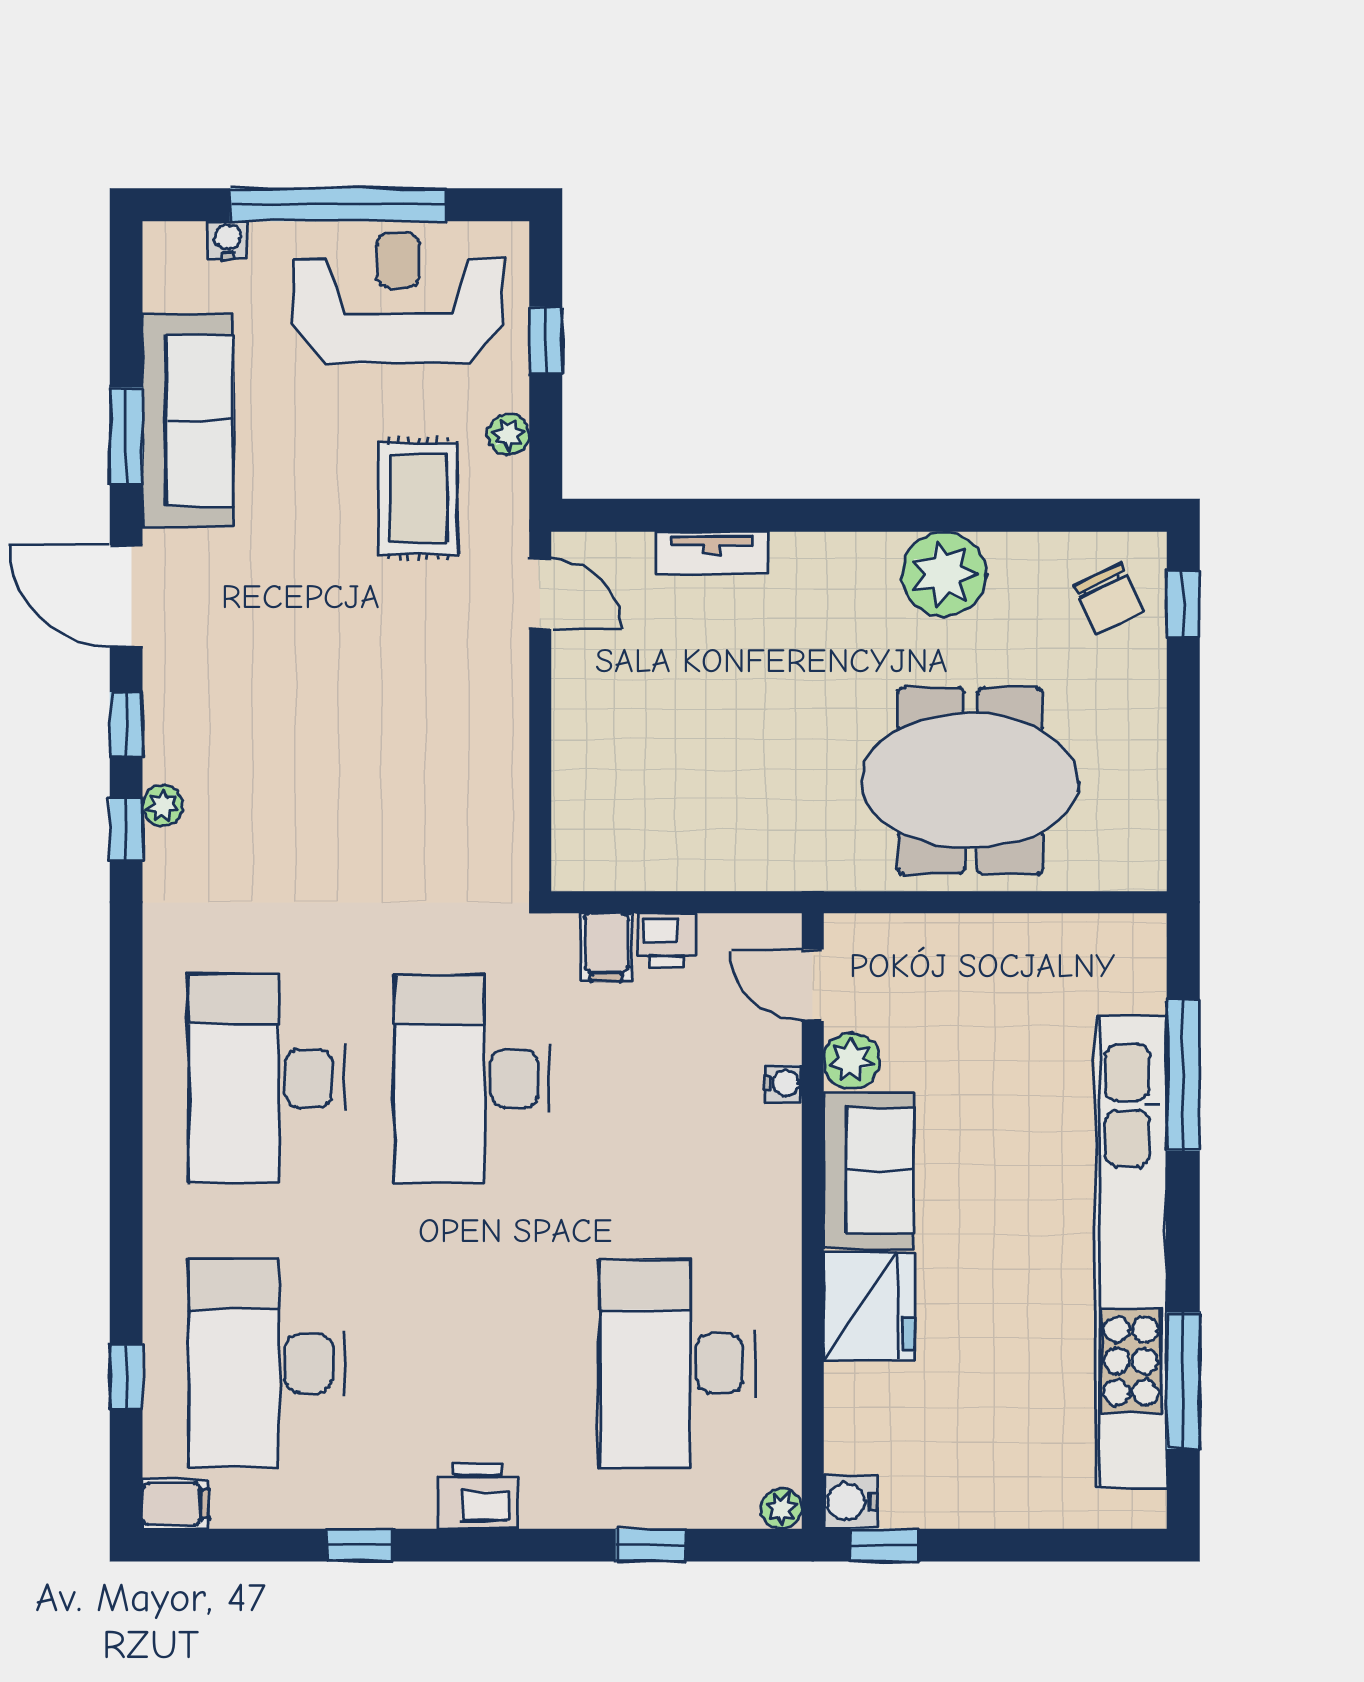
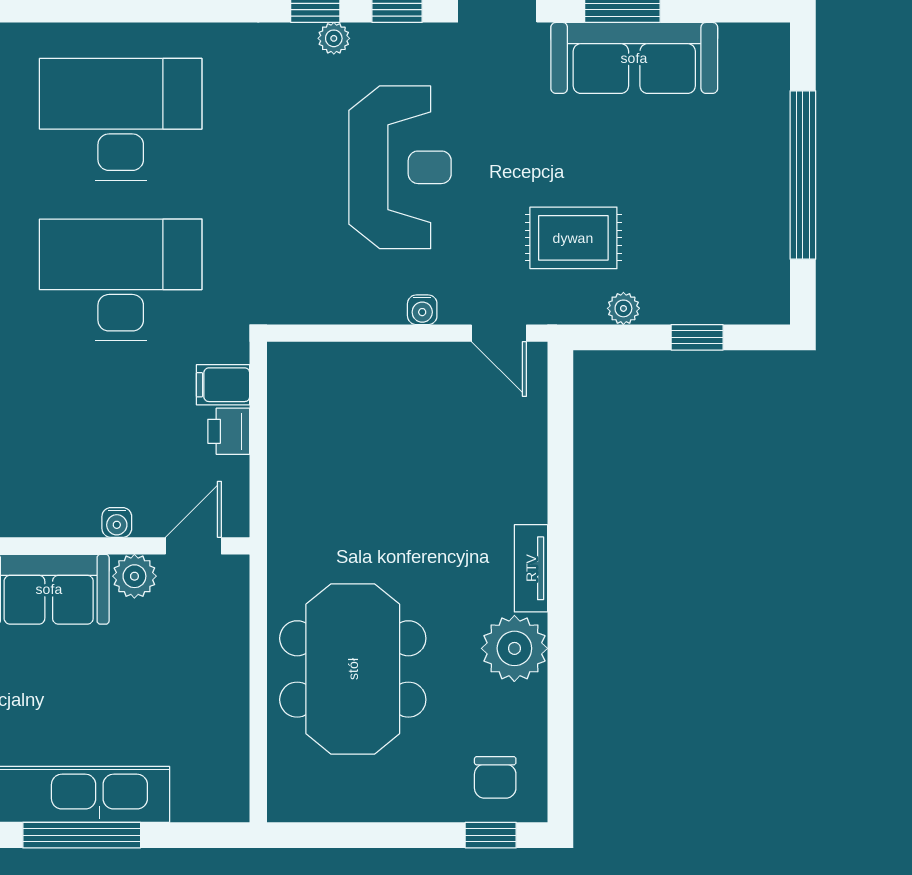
water cooler: (228, 240) -> (422, 310), moved, turned 90
reception desk: (398, 298) -> (400, 167), moved
tv unit: (712, 553) -> (531, 568), moved
door: (540, 594) -> (499, 333), hinge flipped
chair: (1109, 599) -> (495, 777), turned -64
window: (1183, 1075) -> (82, 835), moved

